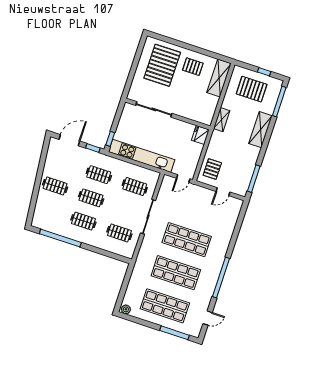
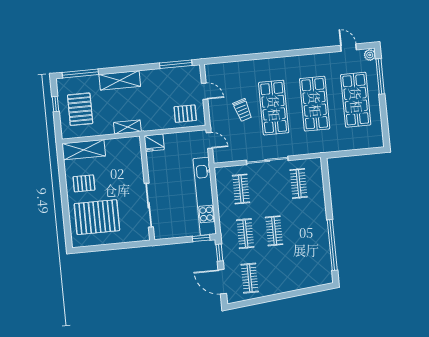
pallet: (193, 67) -> (84, 183), turned 90
clothes rail: (55, 186) -> (250, 278), moved
trolley: (195, 215) -> (243, 110), added
clothes rail: (83, 221) -> (303, 228), removed
window: (221, 278) -> (298, 52), removed
plant: (126, 309) -> (370, 55), moved

